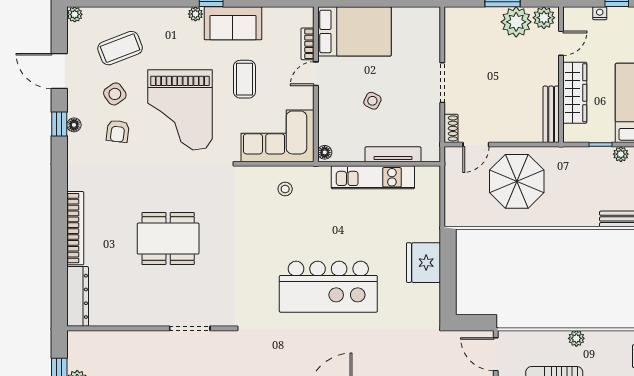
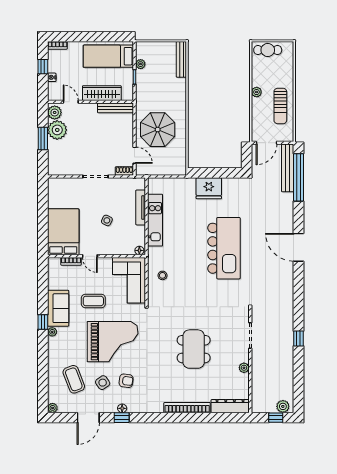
plant: (138, 318) -> (244, 368), added

